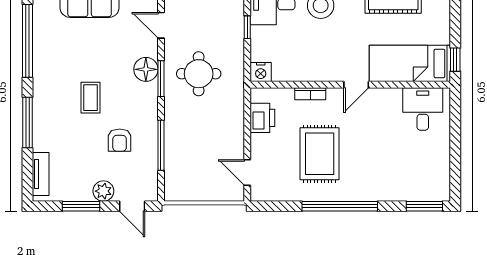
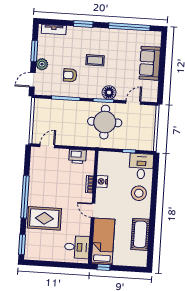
nightstand: (261, 72) -> (102, 181), moved
round table: (199, 74) -> (105, 122), width x1.36, depth x1.36
window: (28, 123) -> (83, 24), width x0.69
rug: (320, 154) -> (44, 218), moved

